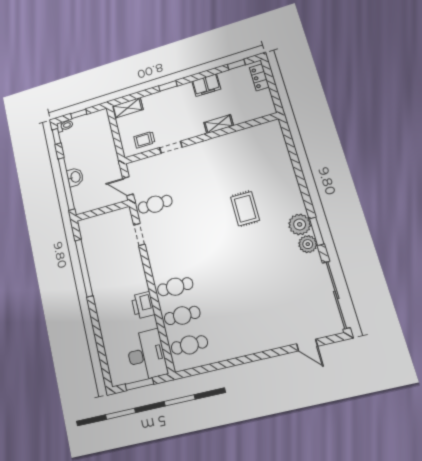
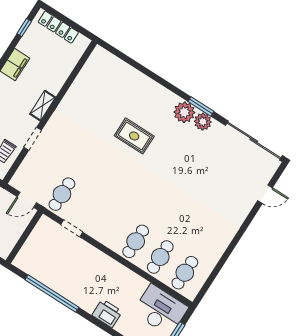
locker: (259, 77) -> (58, 27), width x1.53
shelving: (219, 124) -> (43, 106), moved
printer: (143, 305) -> (107, 313), moved, turned 180

